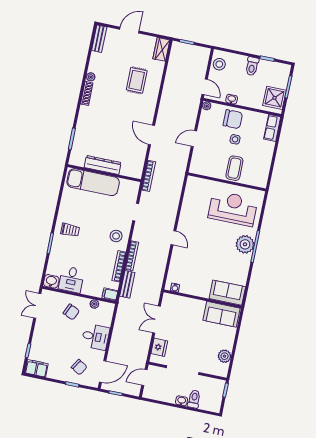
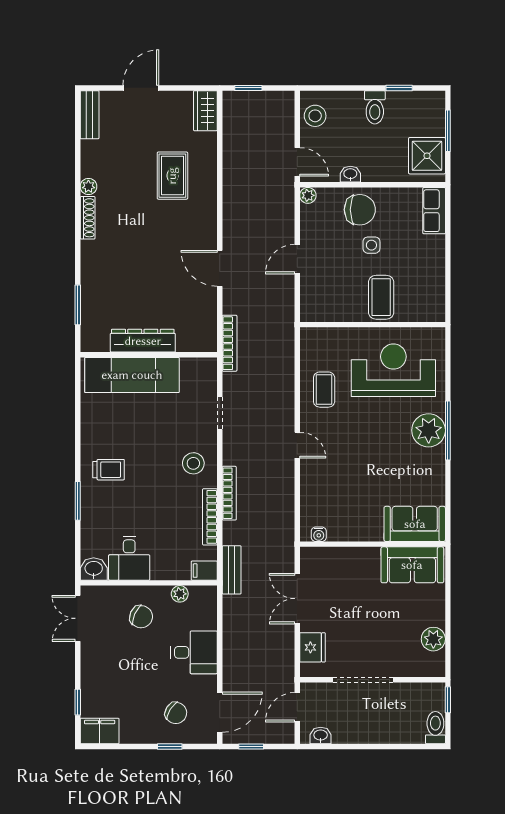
coffee table: (194, 211) -> (324, 390), added
bench: (127, 284) -> (232, 570), moved
toilet: (194, 399) -> (435, 728), moved
washbasin: (182, 401) -> (321, 736), moved

